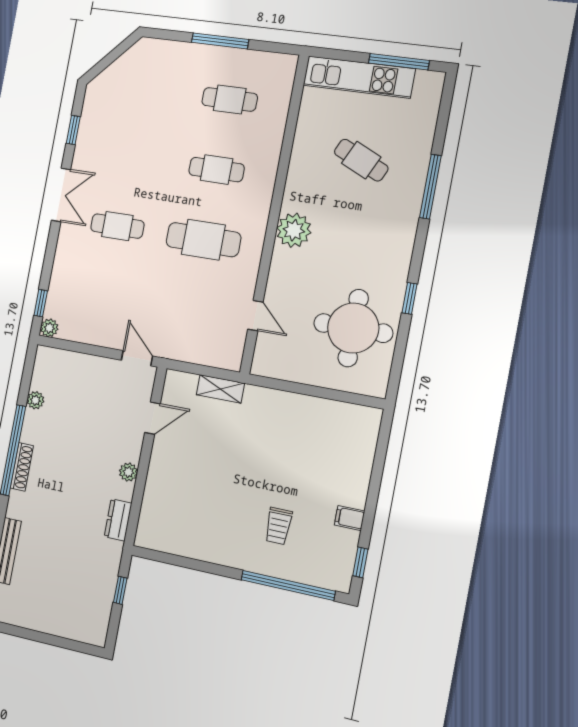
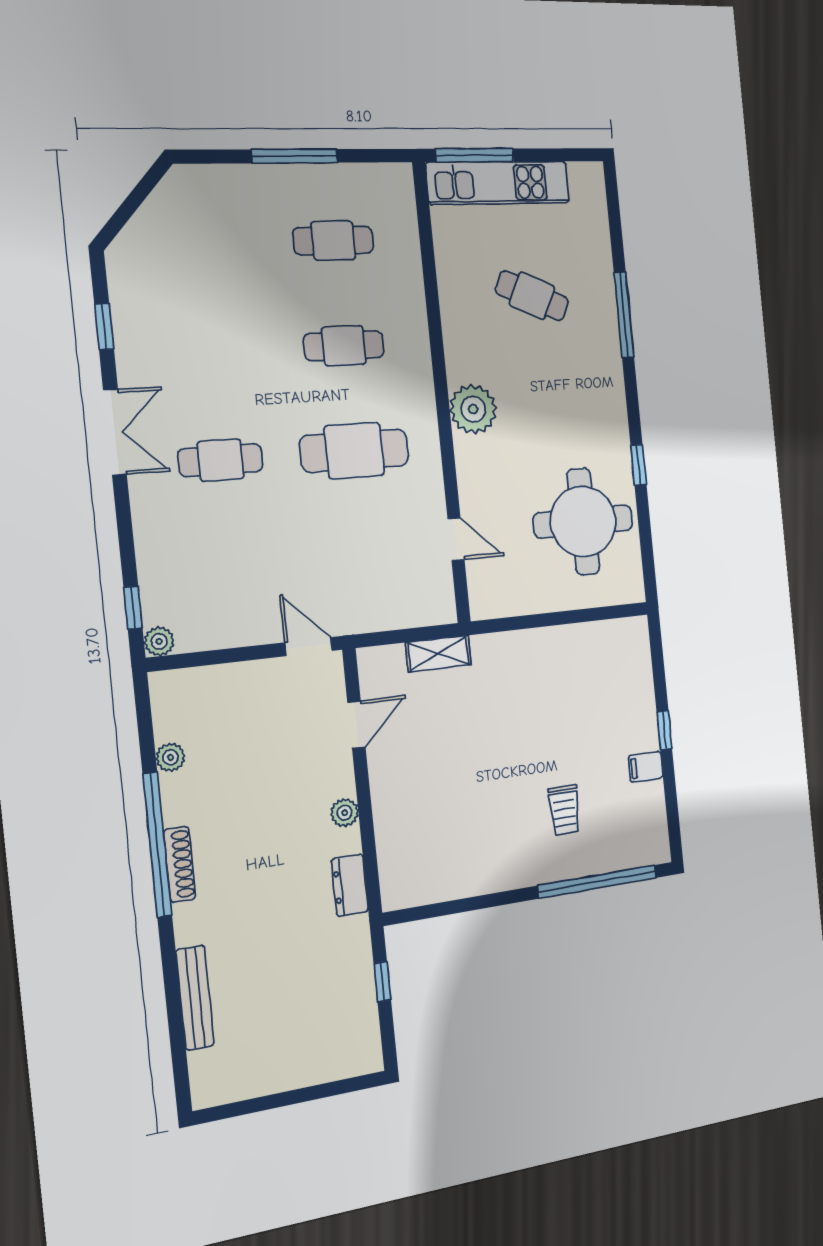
window: (399, 62) -> (475, 155), moved
window: (360, 562) -> (664, 730), moved

